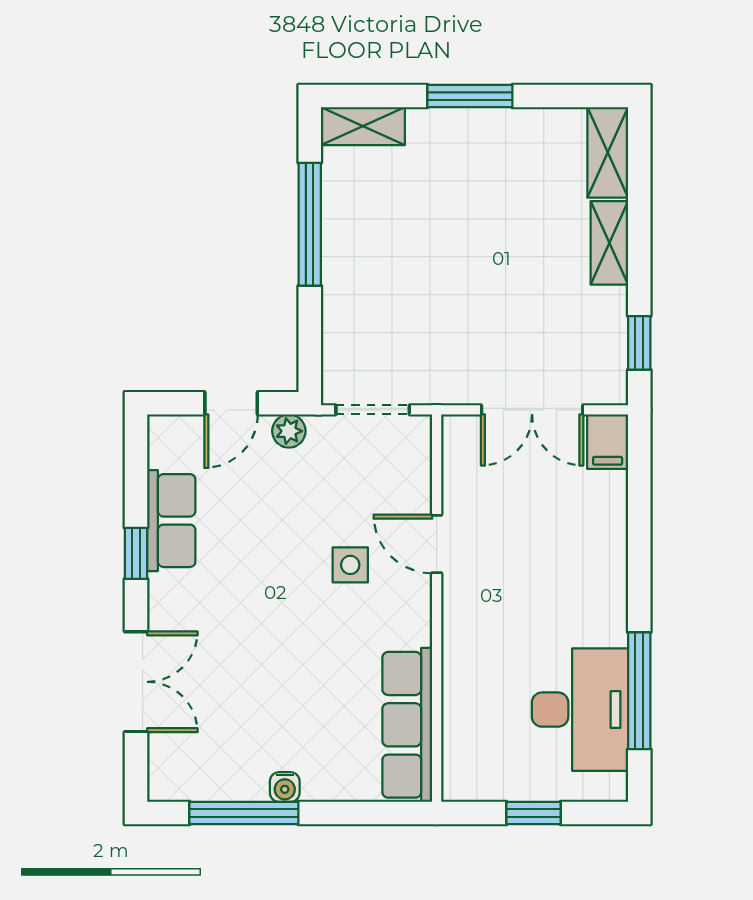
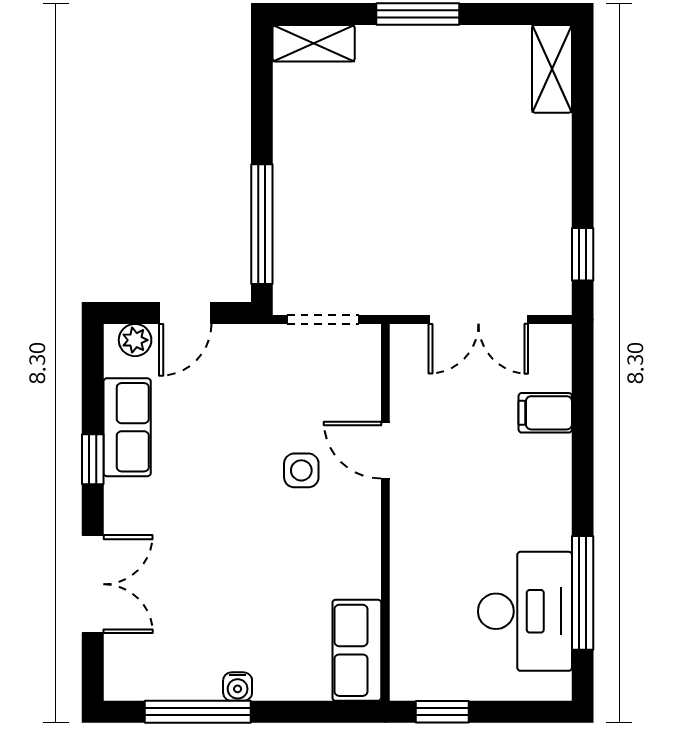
window: (310, 224) -> (262, 224), moved
shelving: (609, 243) -> (554, 157), removed
plant: (289, 431) -> (135, 340), moved
filing cabinet: (608, 442) -> (545, 413), moved, turned 90
row of seats: (407, 725) -> (357, 650), width x0.68
window: (533, 813) -> (442, 712), moved

